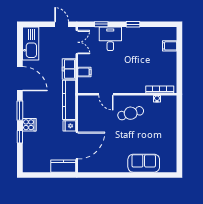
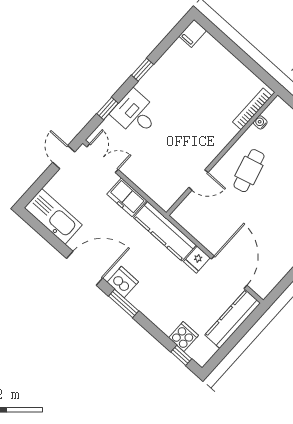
door: (62, 24) -> (64, 157), hinge flipped
filing cabinet: (170, 46) -> (193, 33), moved
filing cabinet: (84, 72) -> (148, 182), removed
dishwasher: (29, 102) -> (123, 282), added
cooker: (29, 125) -> (183, 337), moved
window: (20, 137) -> (181, 355), moved
kitchen counter: (63, 166) -> (233, 319), width x1.50

